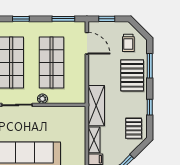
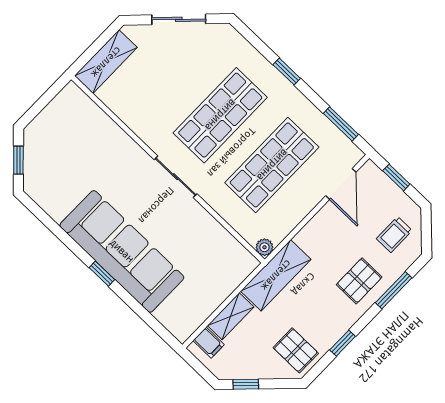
pallet: (132, 75) -> (359, 281), width x0.67, depth x0.71
plant: (42, 99) -> (264, 247), moved
pallet: (134, 128) -> (296, 350), turned 90

